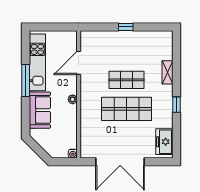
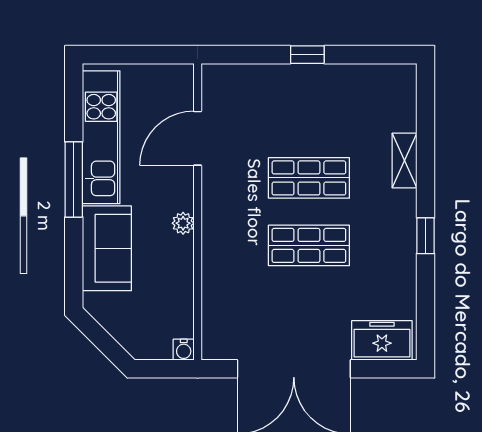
shop shelf: (127, 109) -> (309, 245), width x0.70, depth x0.74
freezer: (164, 142) -> (382, 340), moved, turned 90

